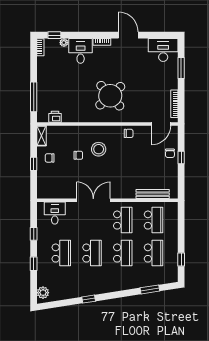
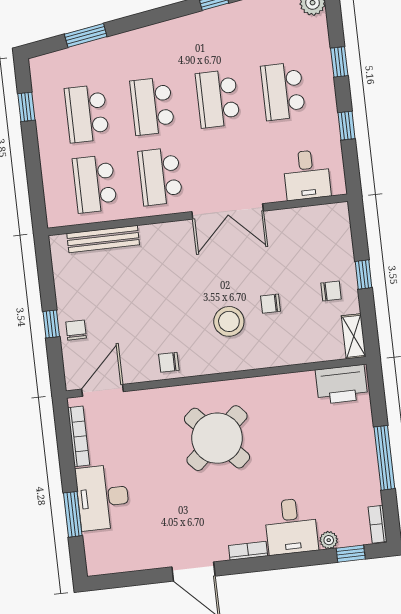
desk: (163, 50) -> (103, 497), moved, turned 90
window: (34, 97) -> (384, 458), moved
printer: (55, 117) -> (342, 384), width x1.87, depth x1.48

